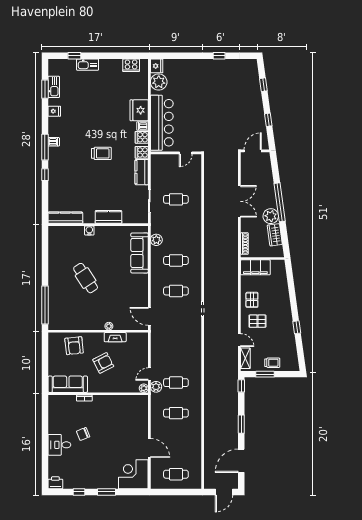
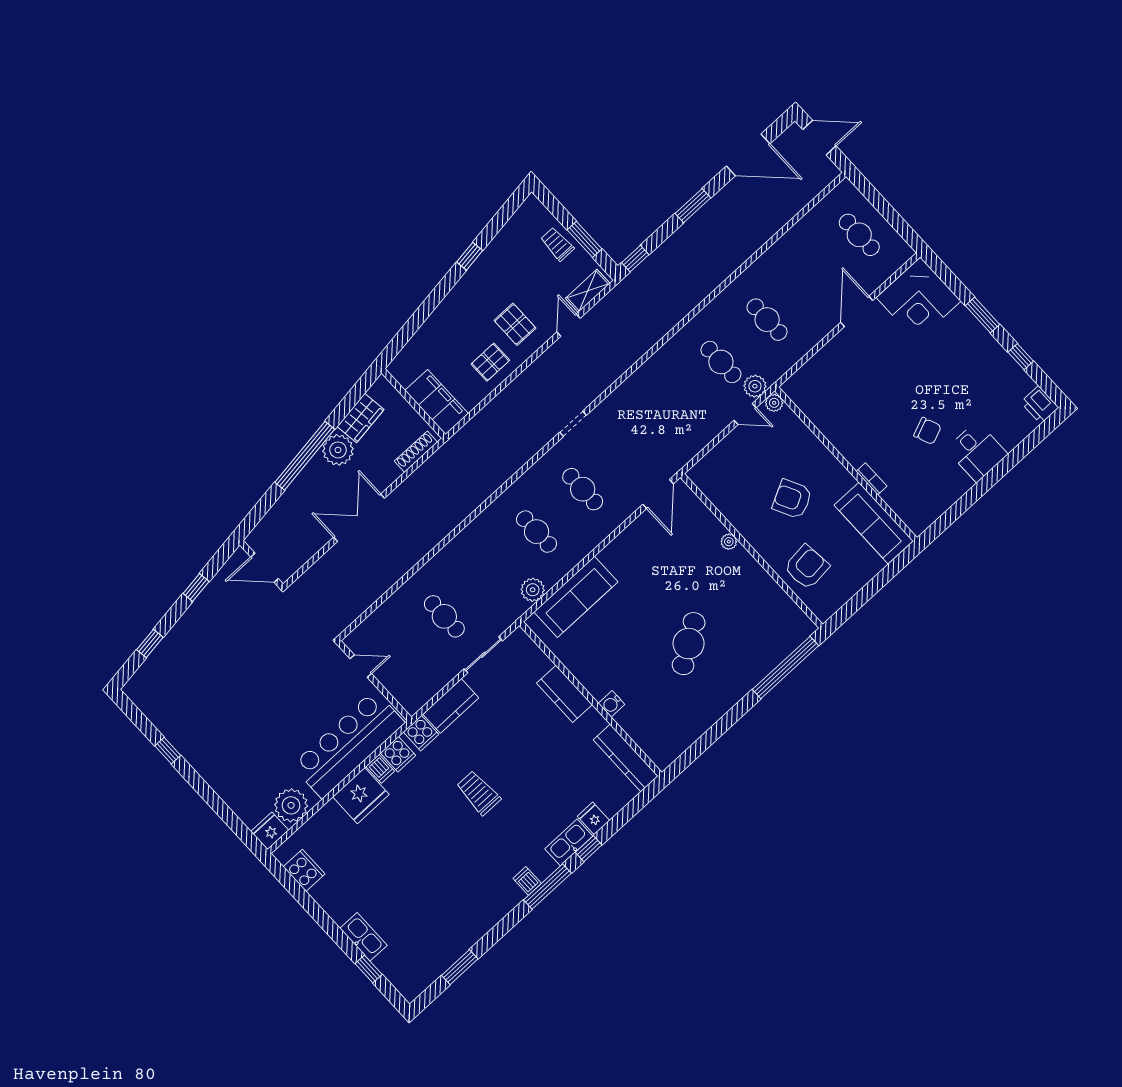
kitchen sink: (54, 87) -> (569, 842), moved
fridge: (54, 111) -> (593, 818), moved
fireplace: (115, 337) -> (737, 517), removed

